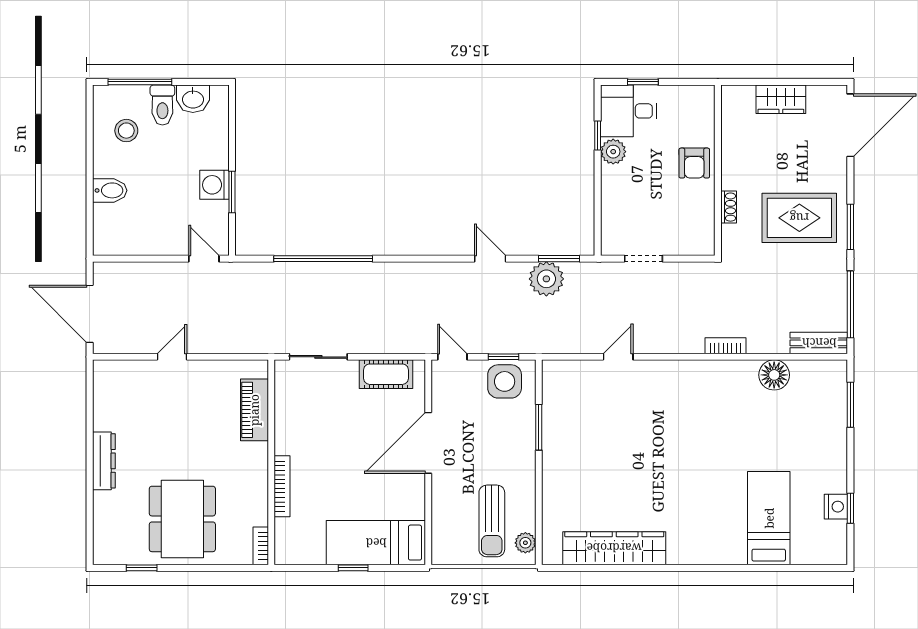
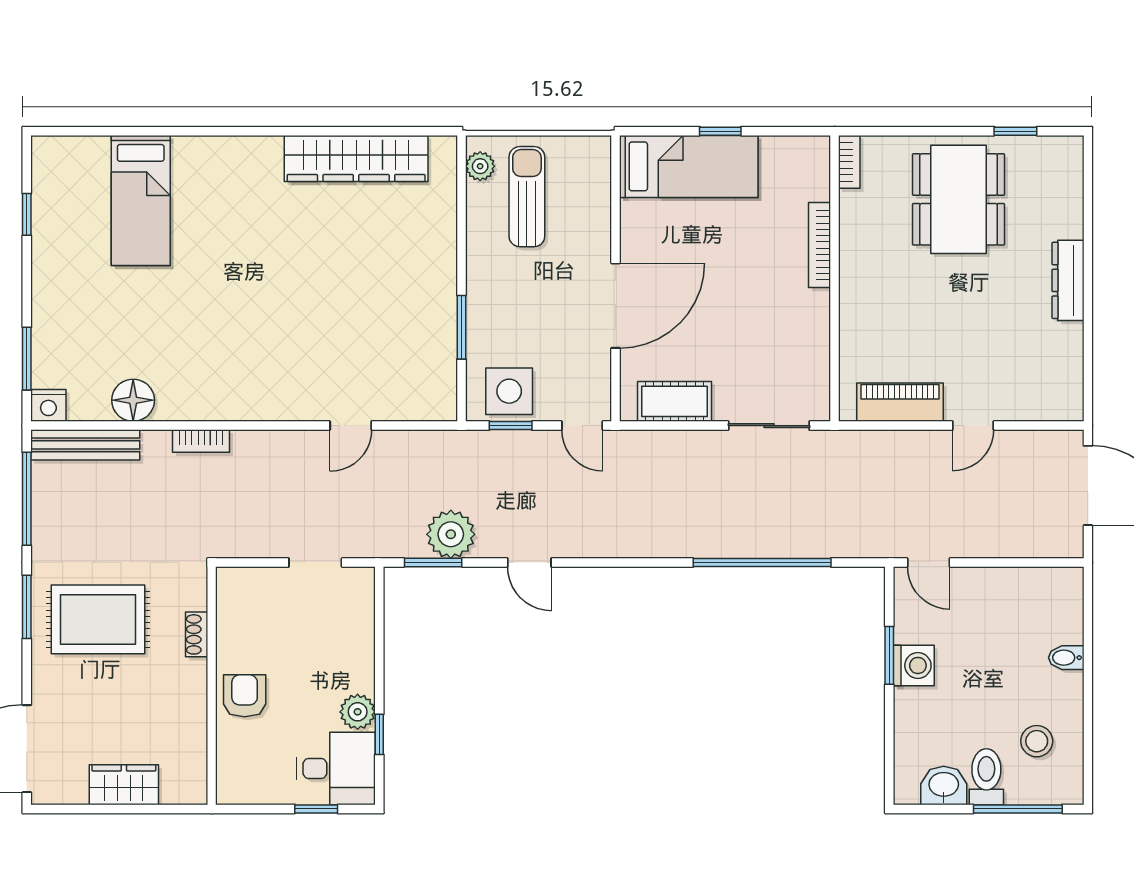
bidet: (110, 190) -> (1066, 658), width x0.72, depth x0.74
bench: (819, 343) -> (85, 445), width x1.36
piano: (254, 410) -> (900, 402), moved, turned -90
nightstand: (836, 507) -> (48, 405), moved, turned -90

